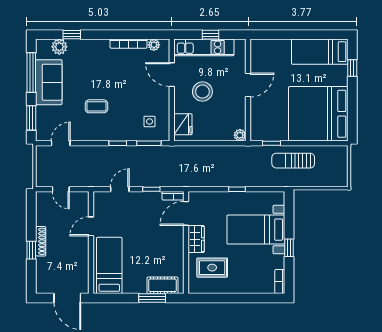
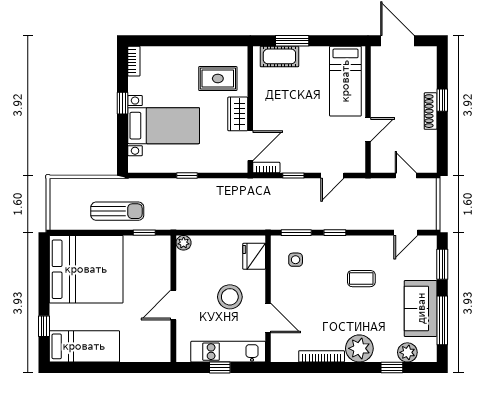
plant: (154, 45) -> (359, 348), moved, width x1.87, depth x1.87

